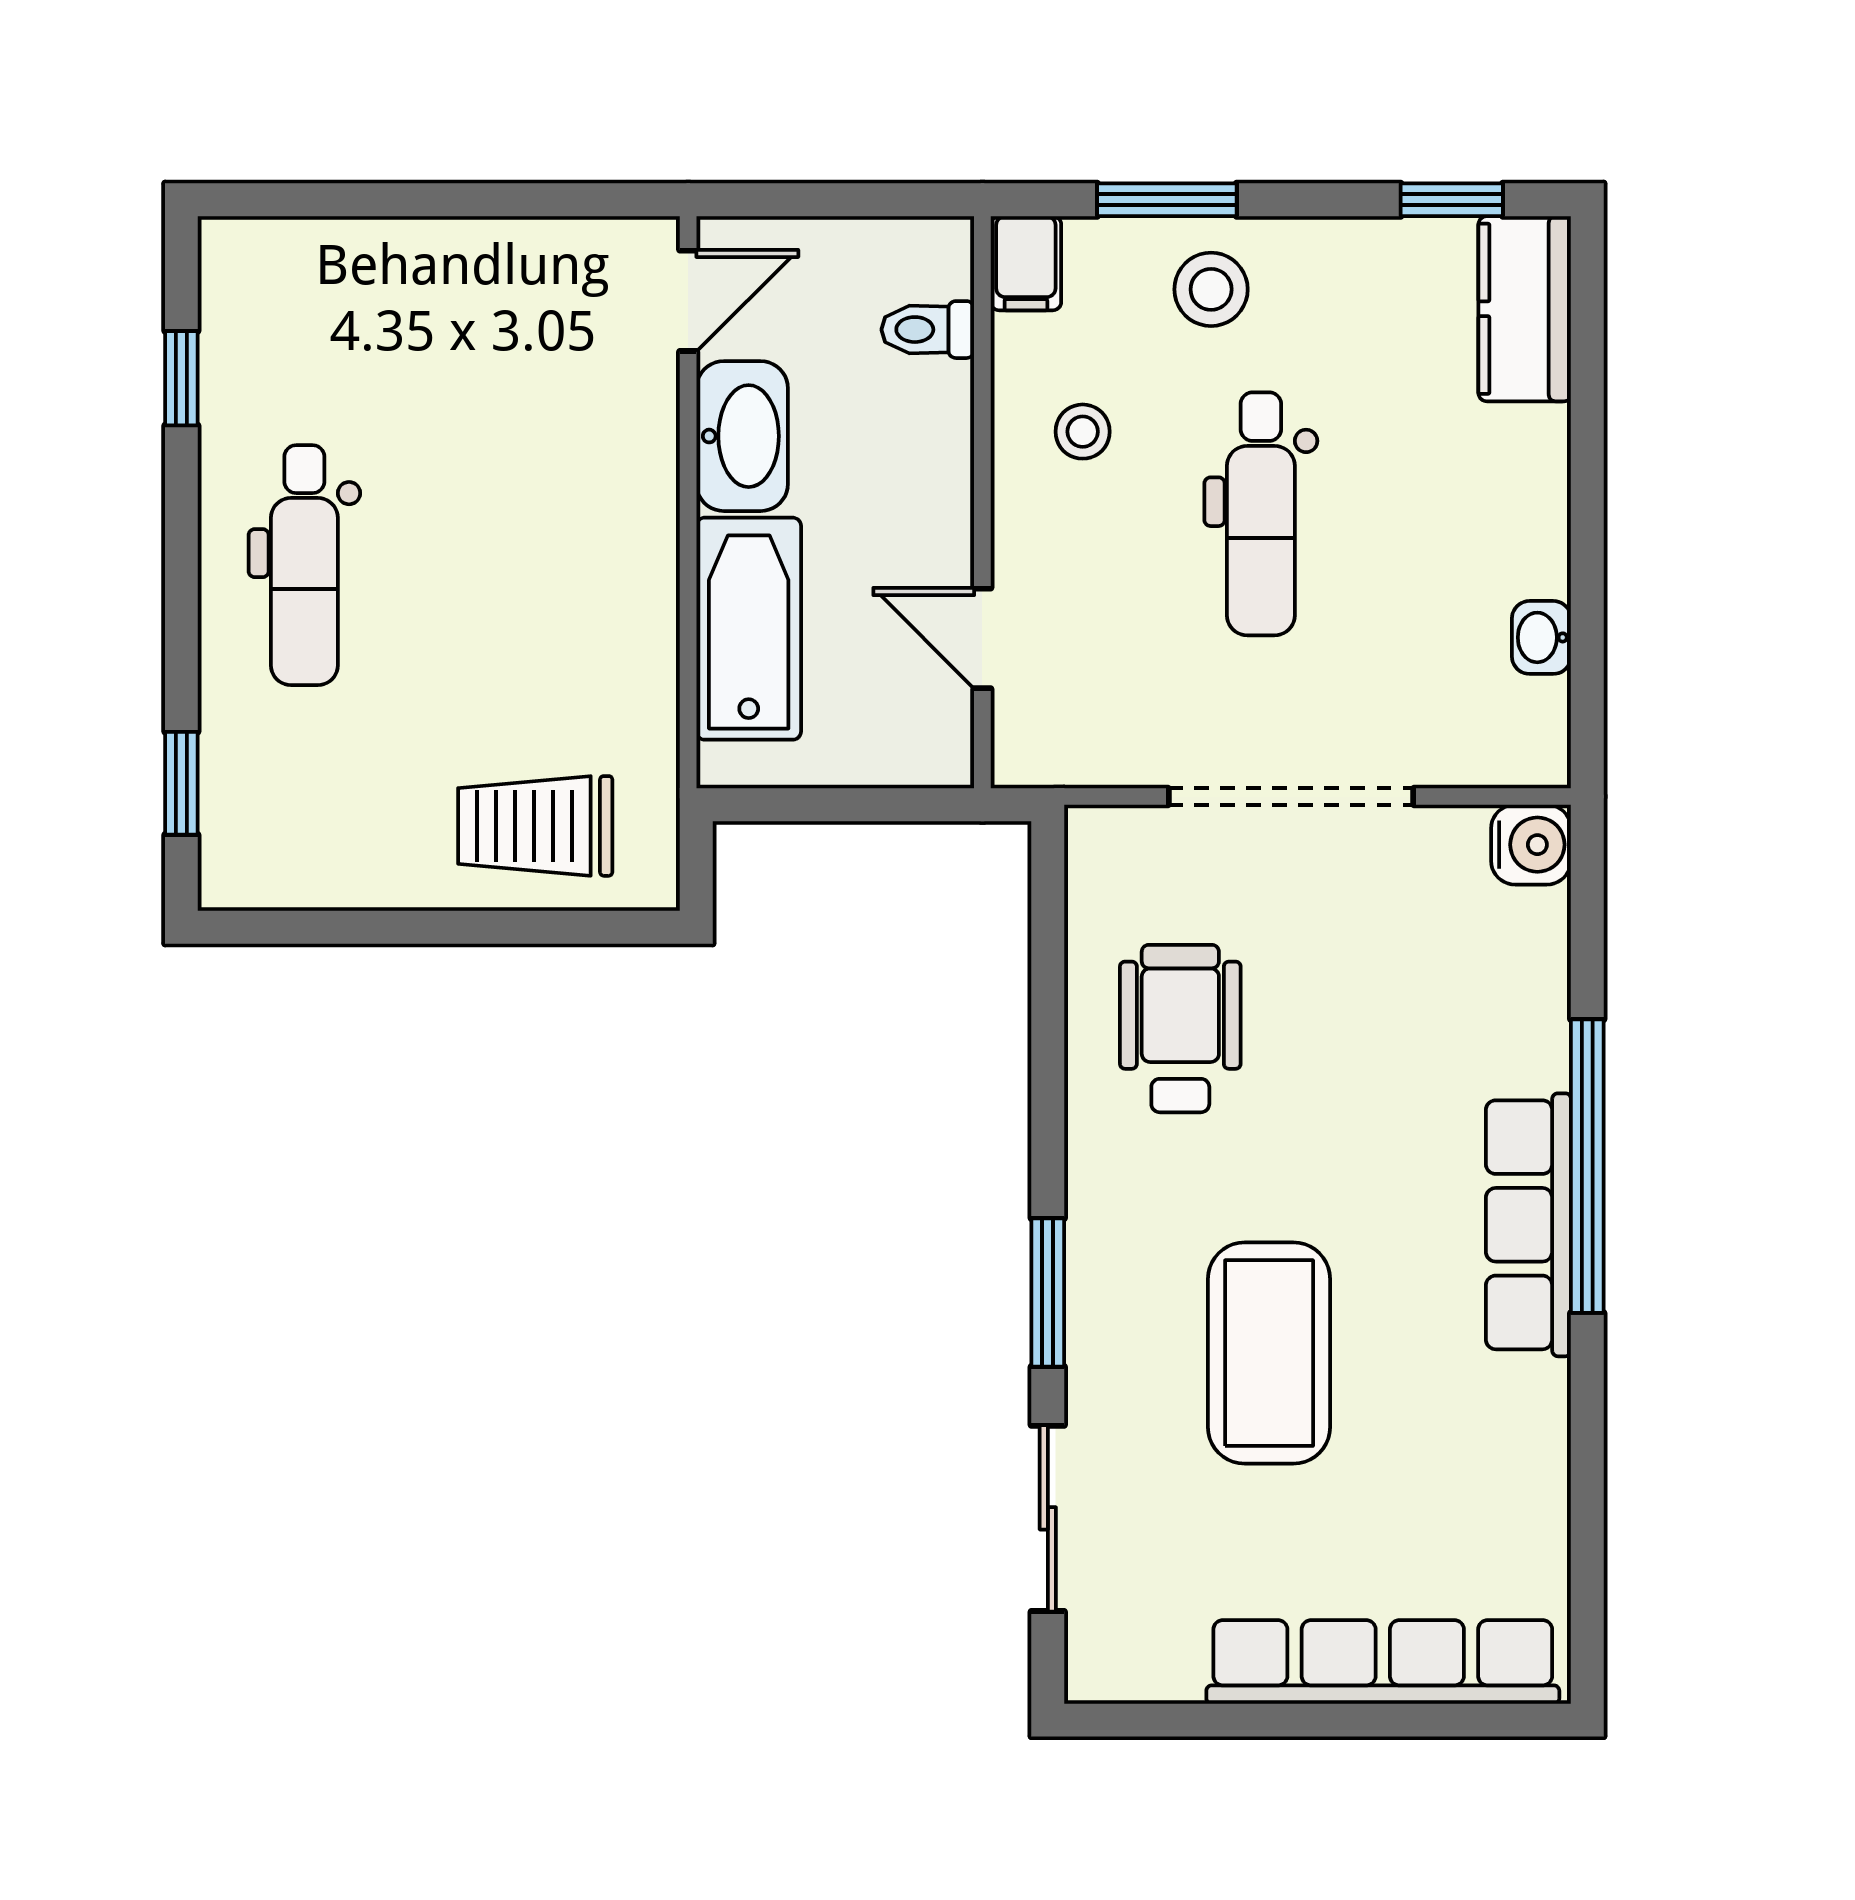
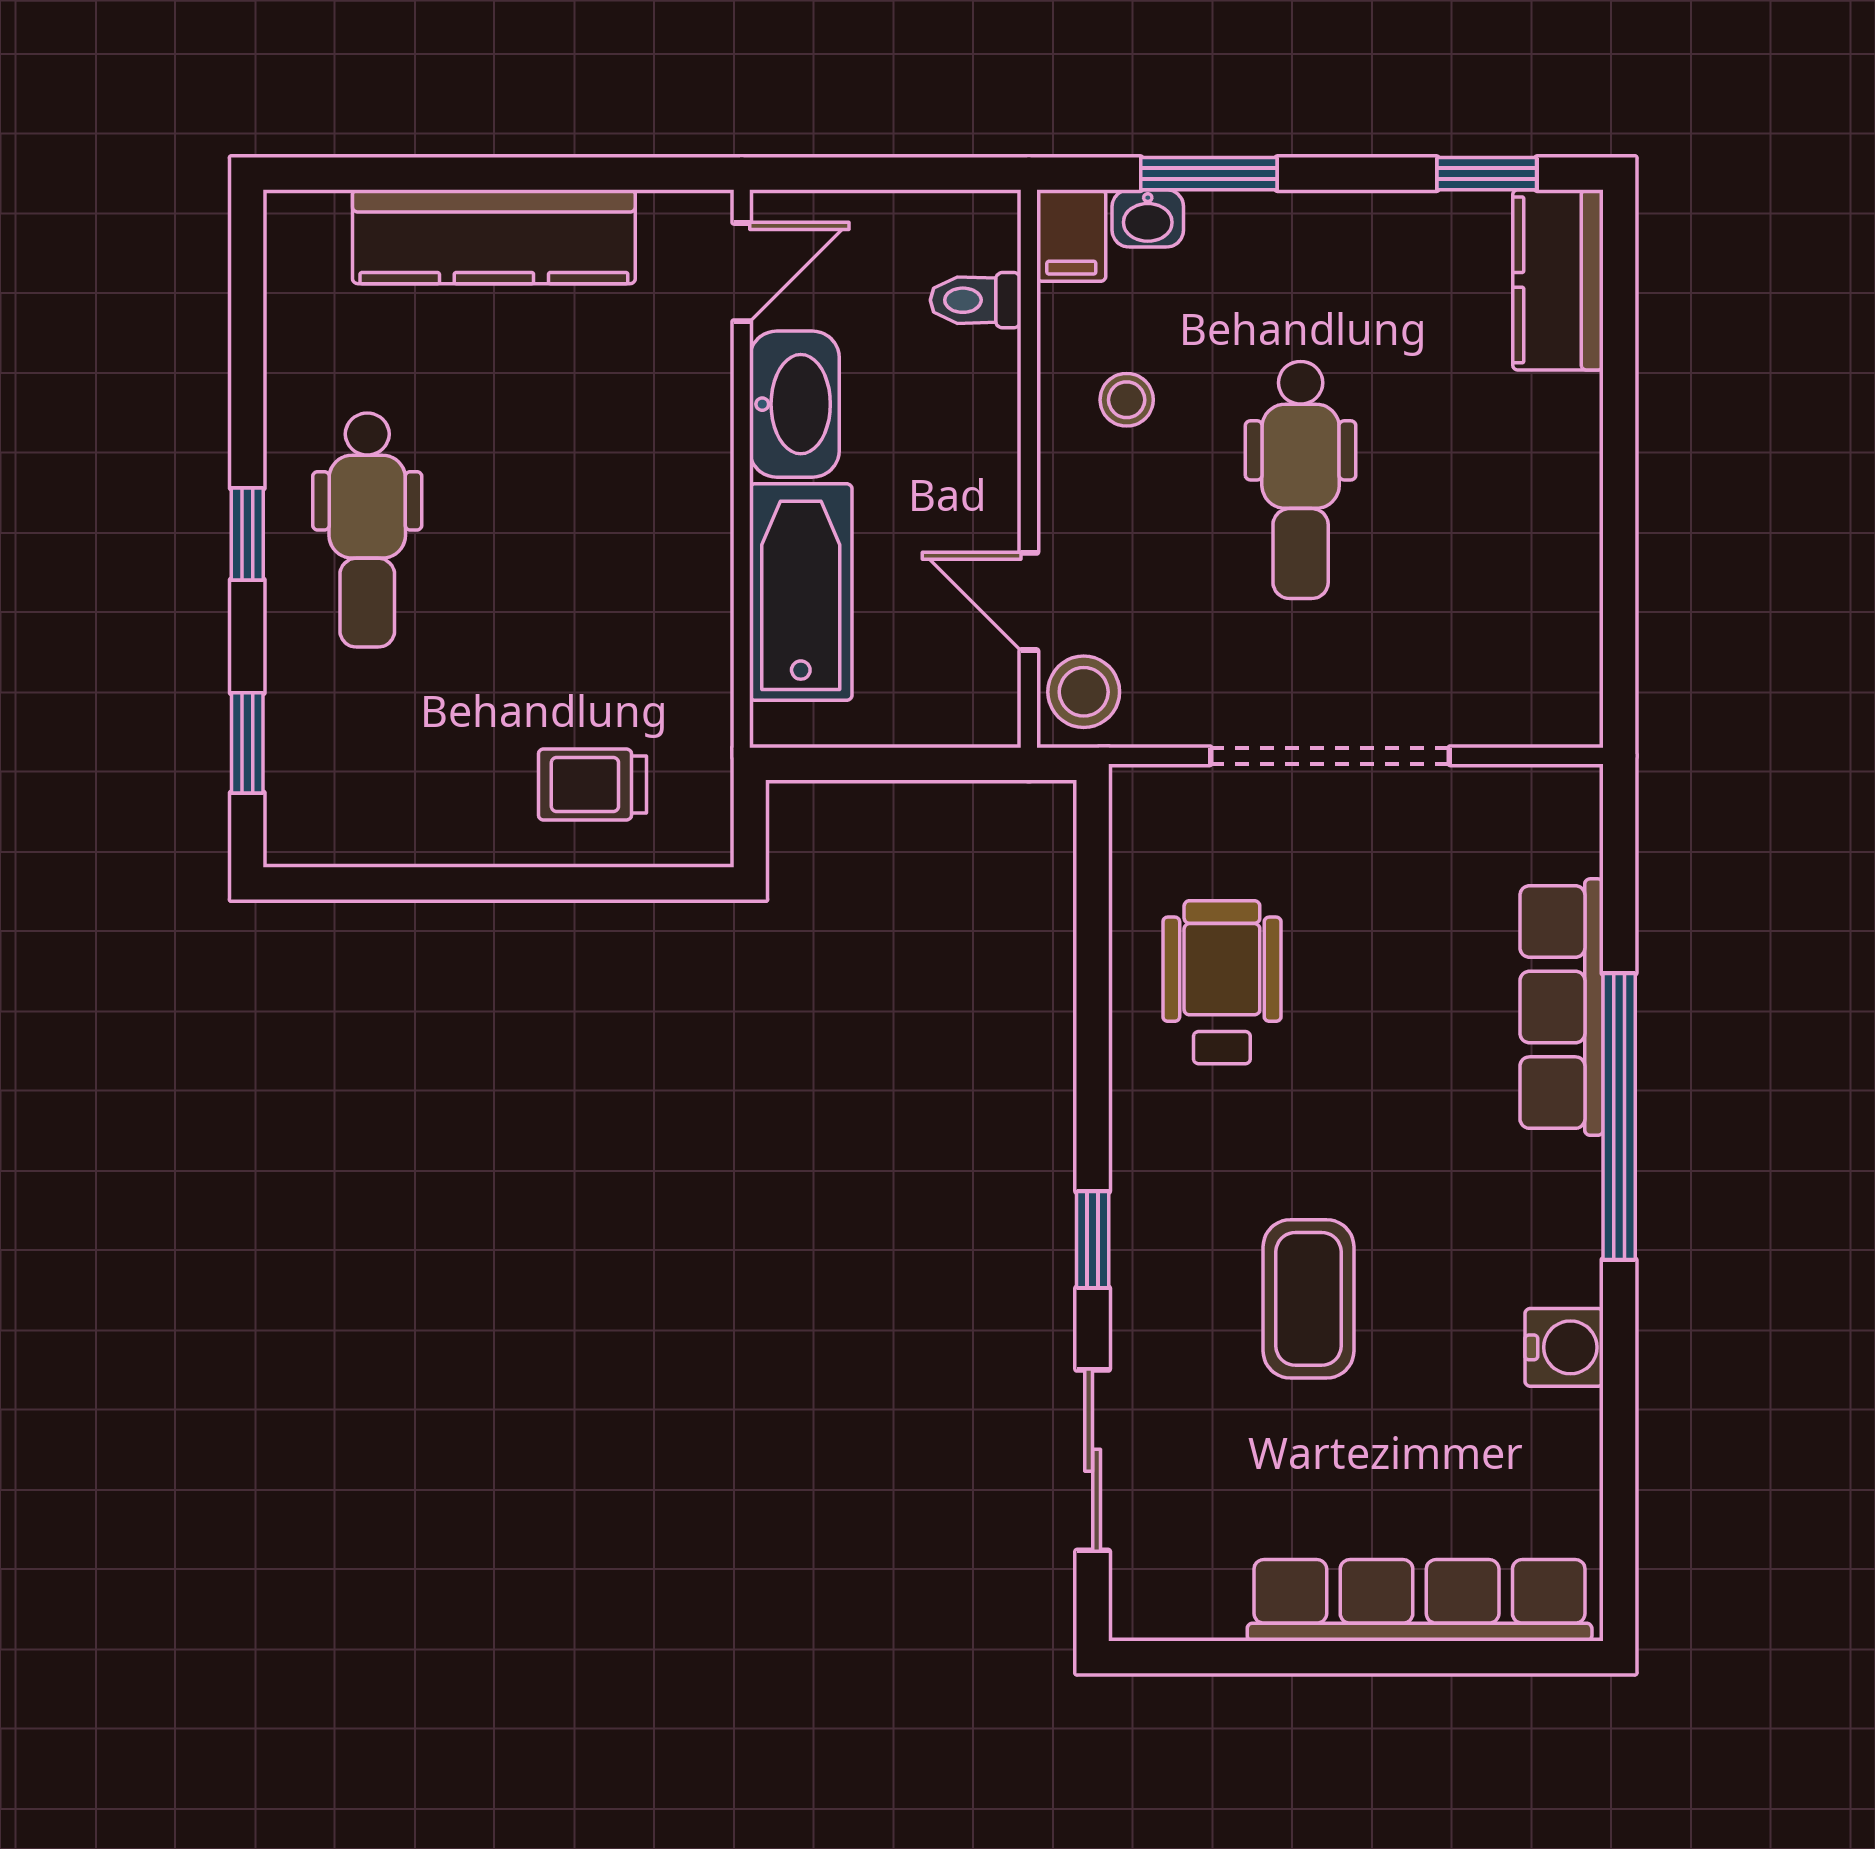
kitchen counter: (434, 264) -> (494, 237), added
stool: (1211, 289) -> (1084, 692), moved
window: (181, 378) -> (247, 534), moved
washbasin: (1541, 637) -> (1148, 218), moved, turned -90
trolley: (535, 826) -> (592, 785), width x0.73, depth x0.72
water cooler: (1531, 845) -> (1564, 1347), moved
row of seats: (1528, 1225) -> (1562, 1007), moved
window: (1048, 1292) -> (1093, 1240), width x0.67
coffee table: (1269, 1353) -> (1309, 1299), width x0.73, depth x0.76

